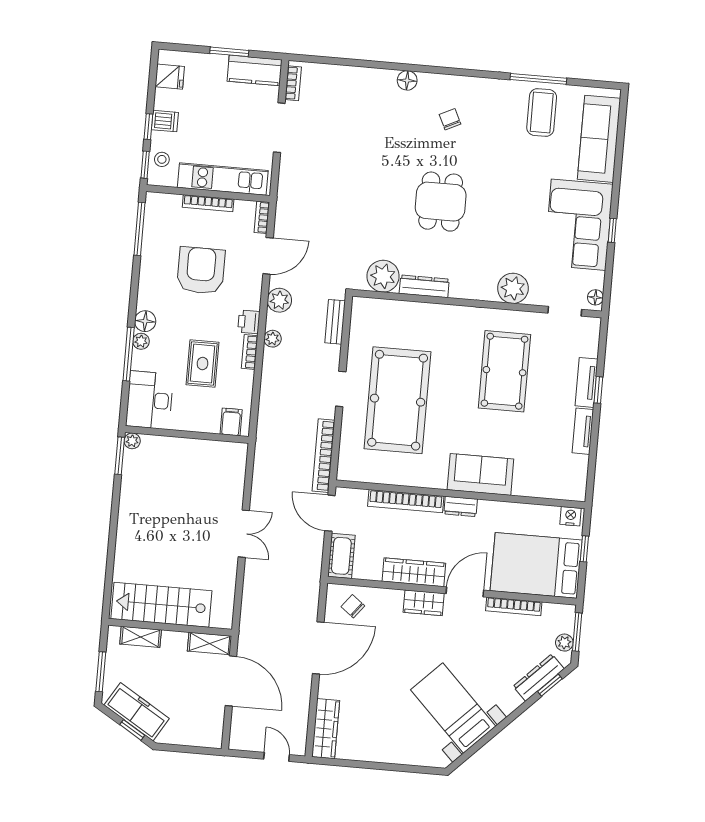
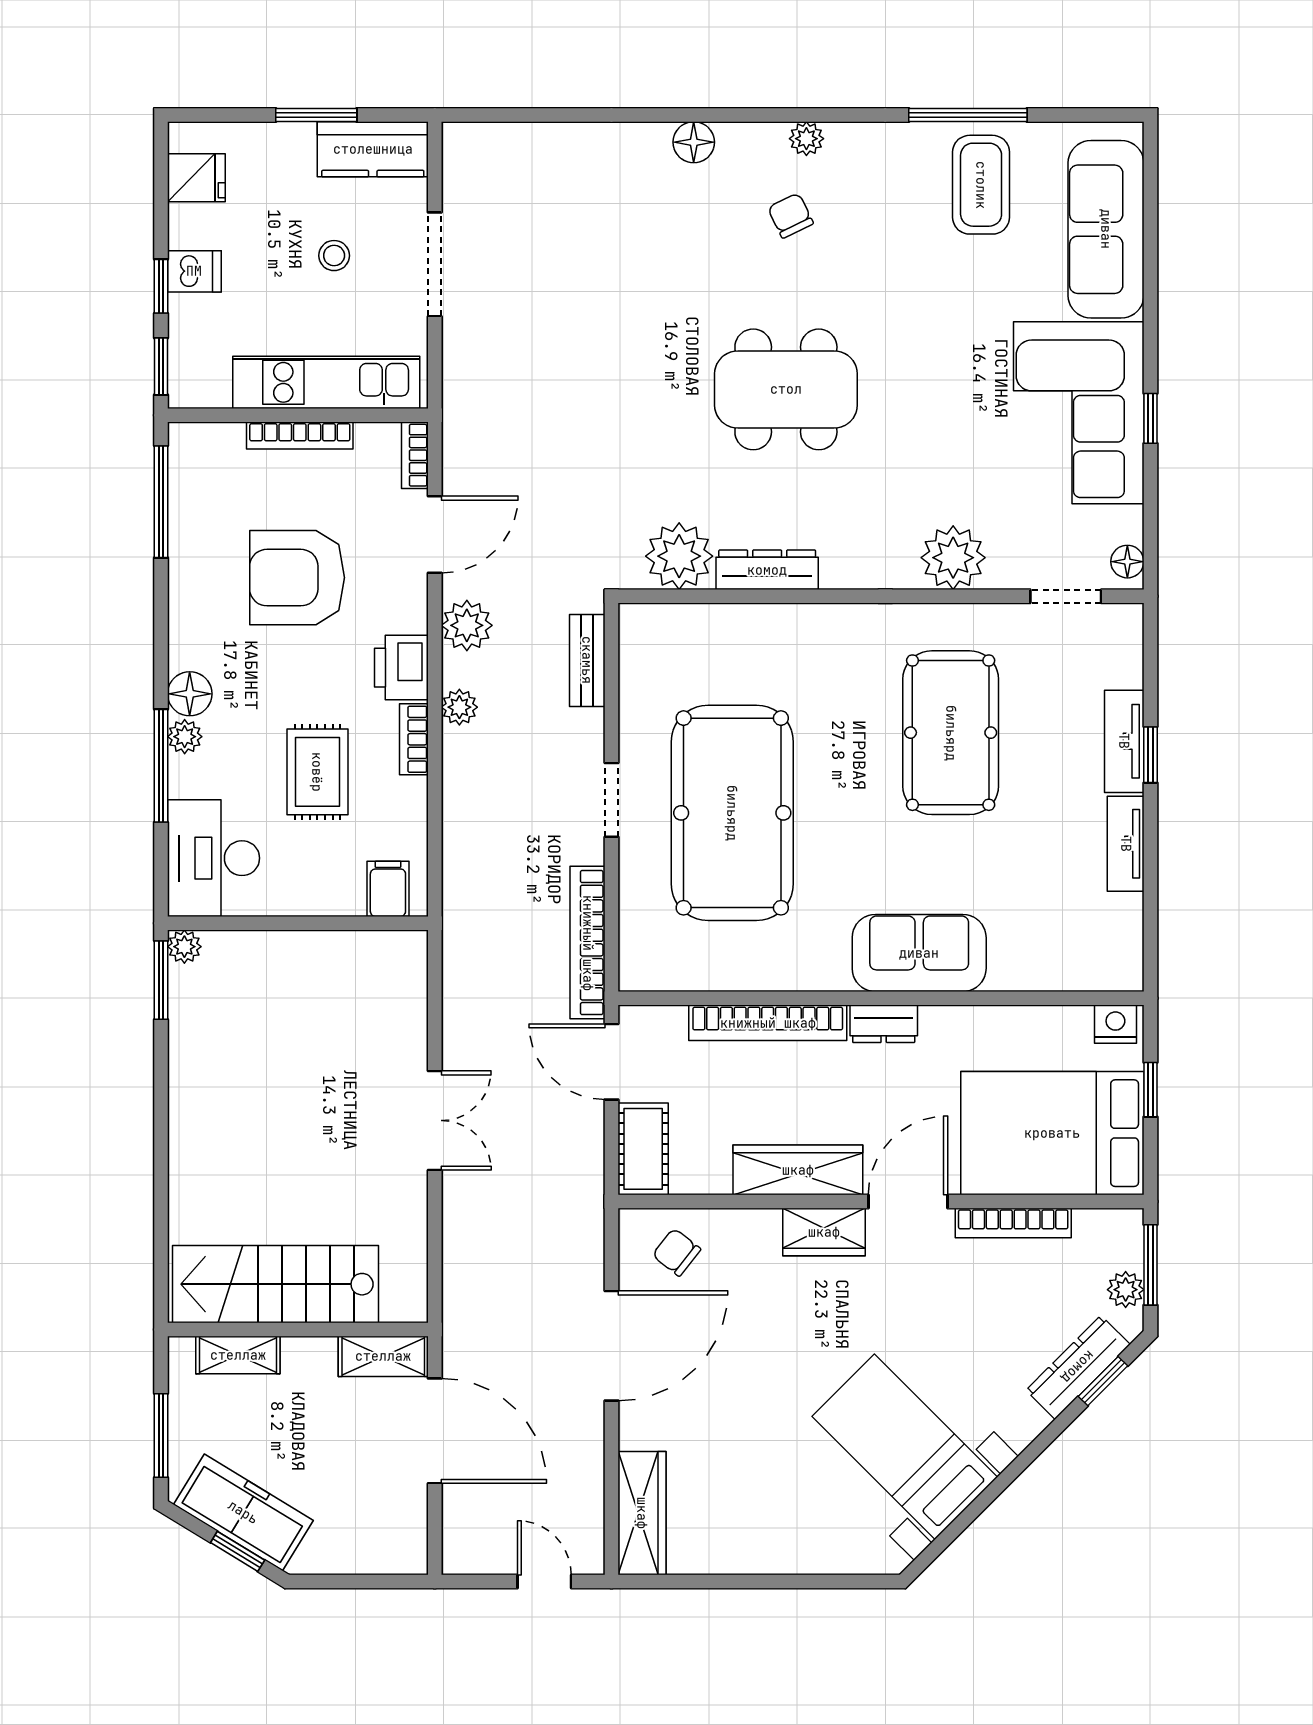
bookcase: (293, 83) -> (456, 169), removed
plant: (461, 83) -> (806, 139), added
stool: (162, 159) -> (334, 256), moved
dining table: (441, 202) -> (786, 389), width x1.38
armchair: (201, 270) -> (297, 578), turned -90
printer: (249, 322) -> (401, 668), width x1.36, depth x1.24

